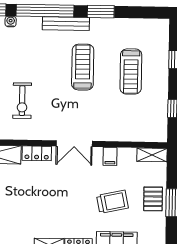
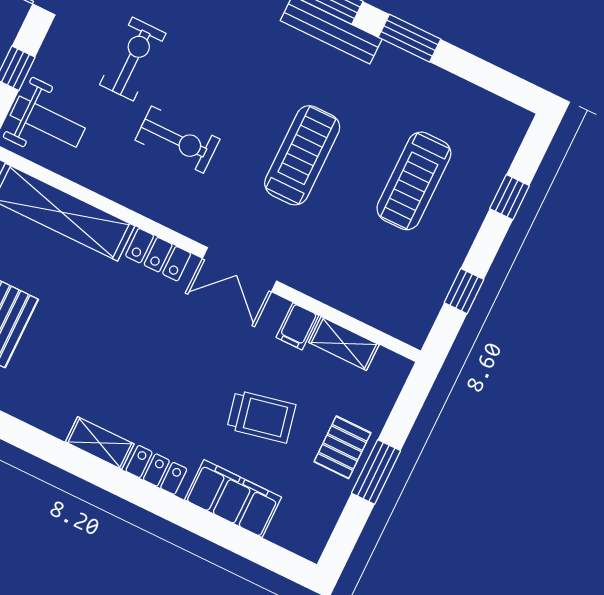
treadmill: (83, 67) -> (302, 155), moved
exercise bike: (22, 101) -> (177, 140), turned -90
shelving: (152, 155) -> (344, 343), moved

